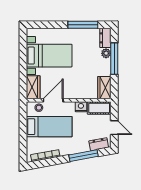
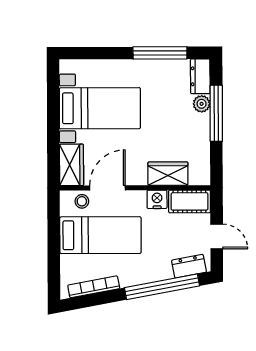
wardrobe: (104, 88) -> (168, 174), moved, turned 90
window: (84, 156) -> (162, 287), width x1.46

